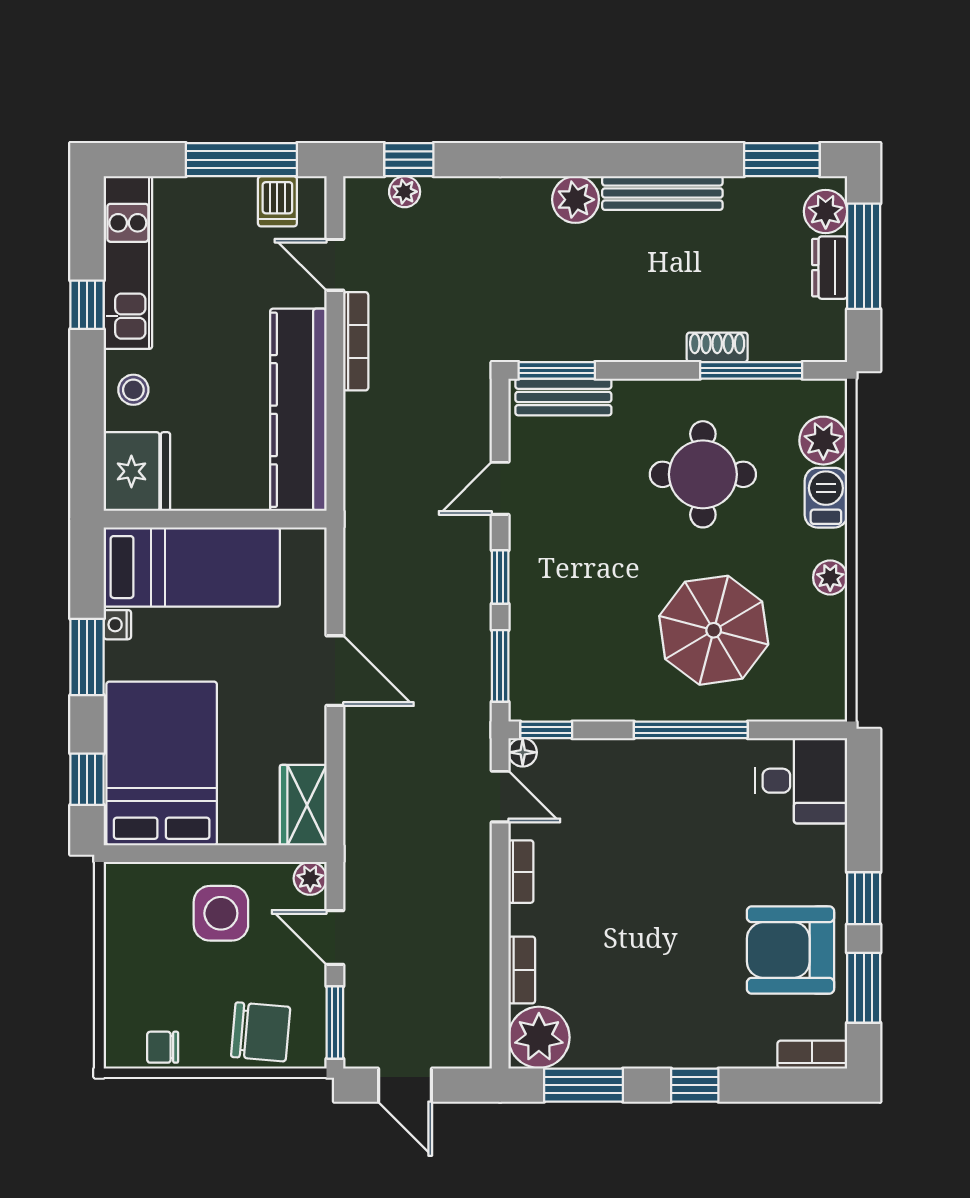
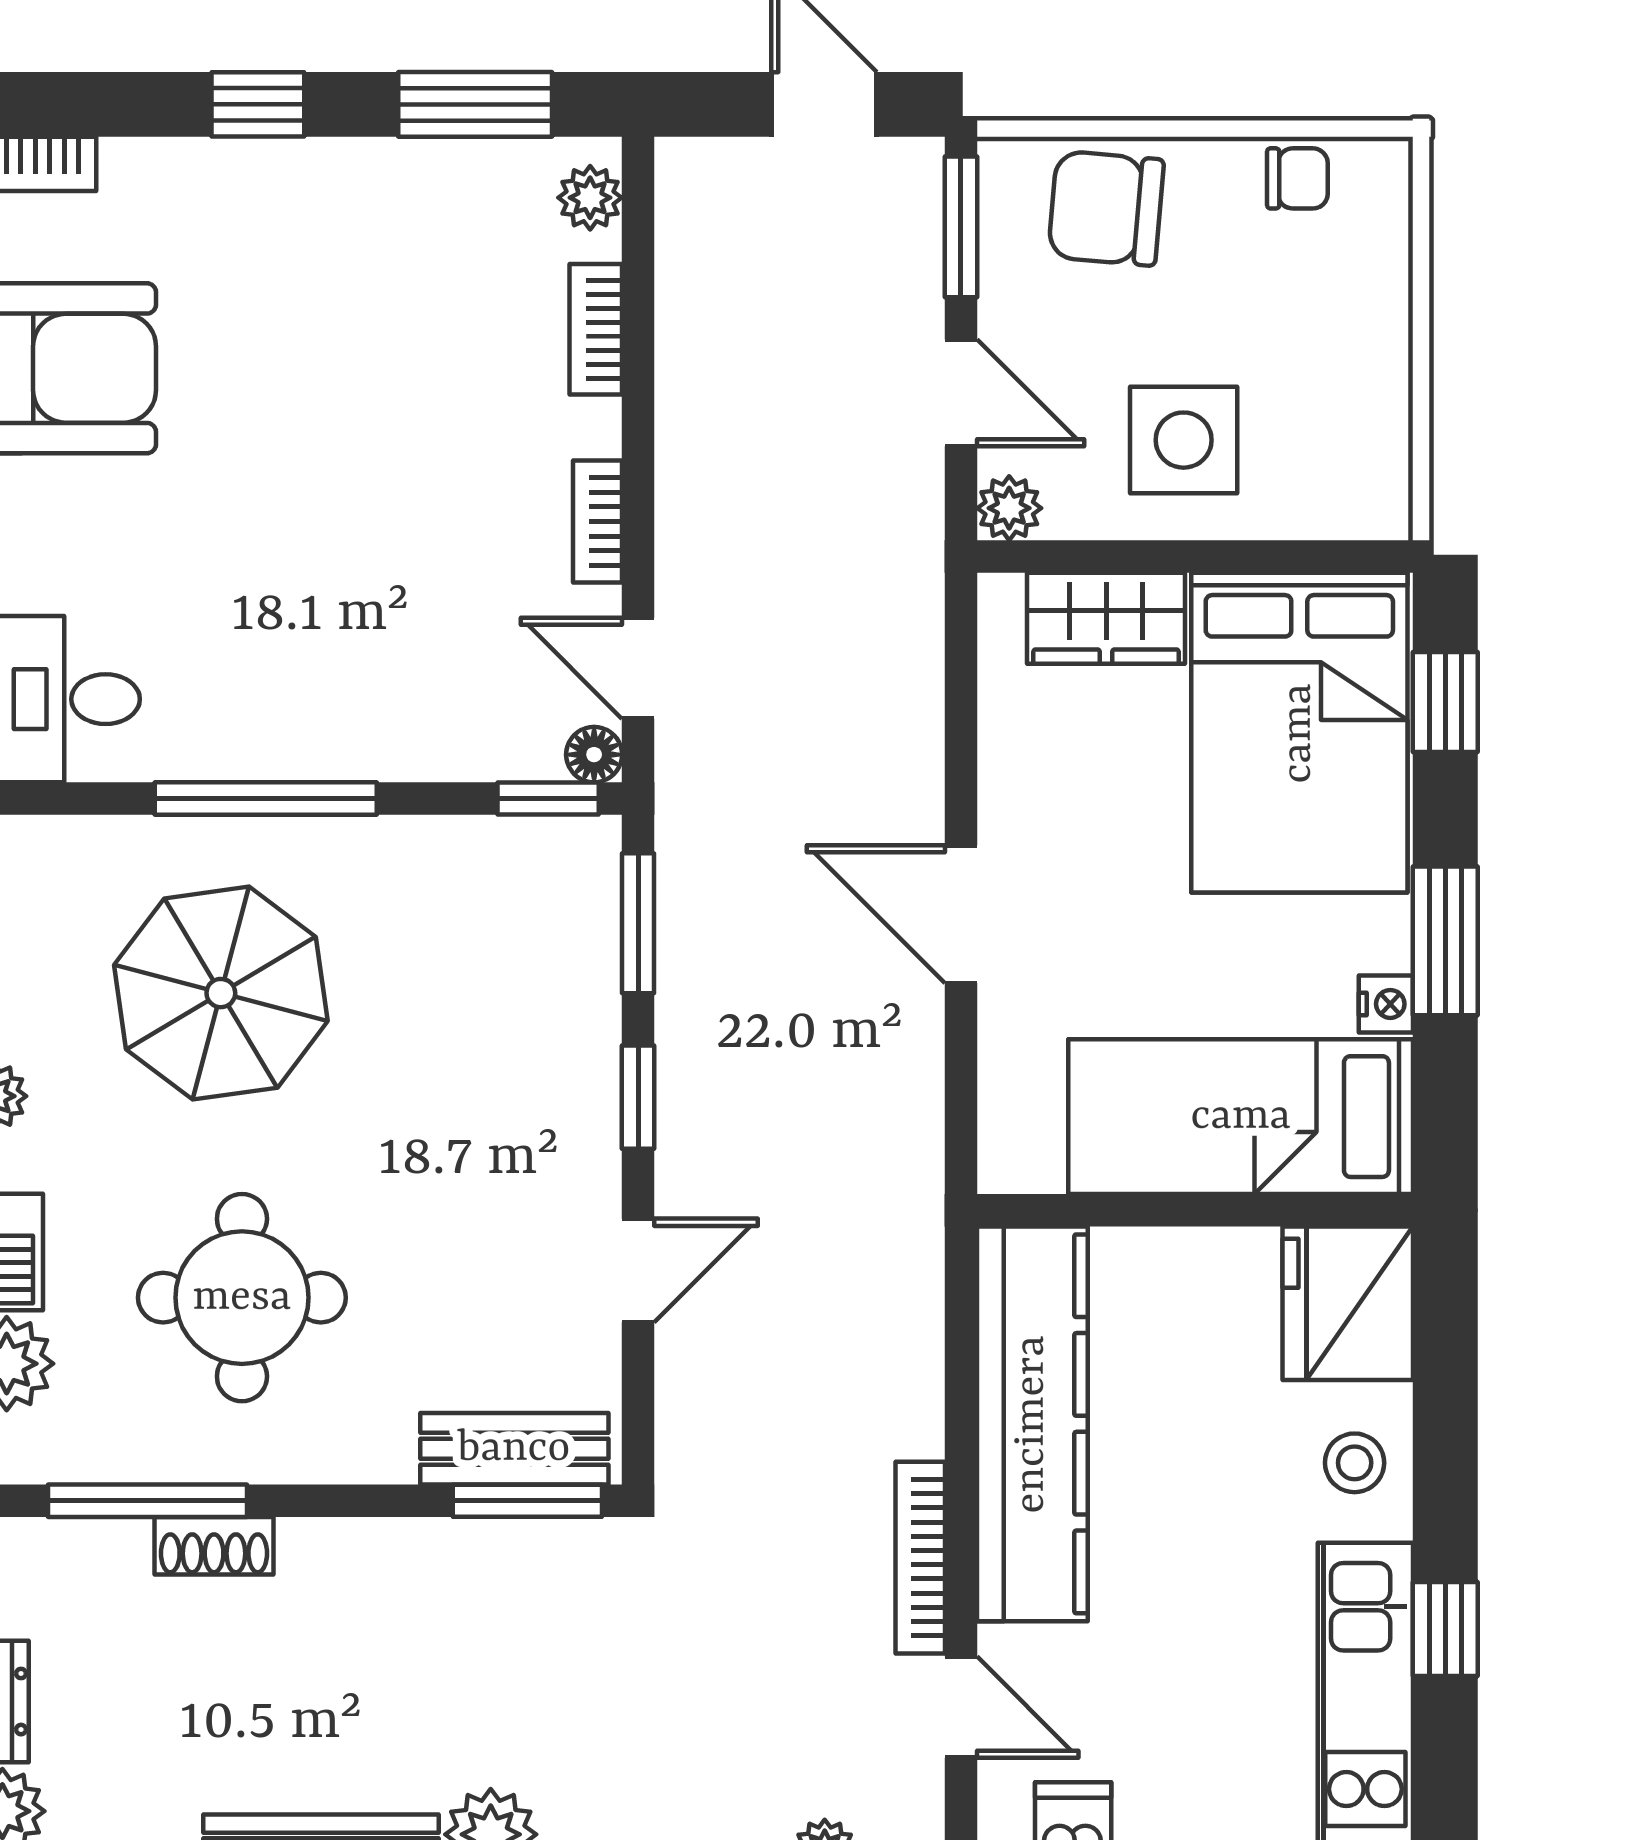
wardrobe: (303, 805) -> (1106, 618), moved, turned 90
plant: (539, 1037) -> (590, 198), width x0.53, depth x0.53

